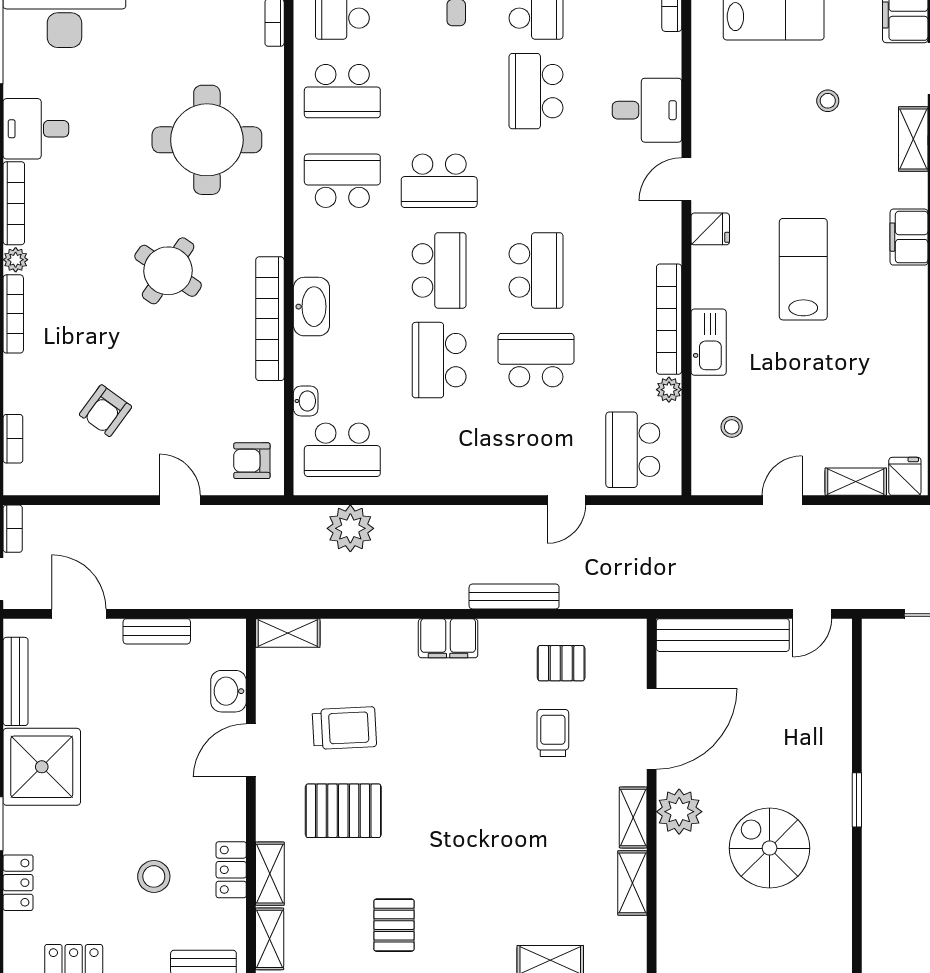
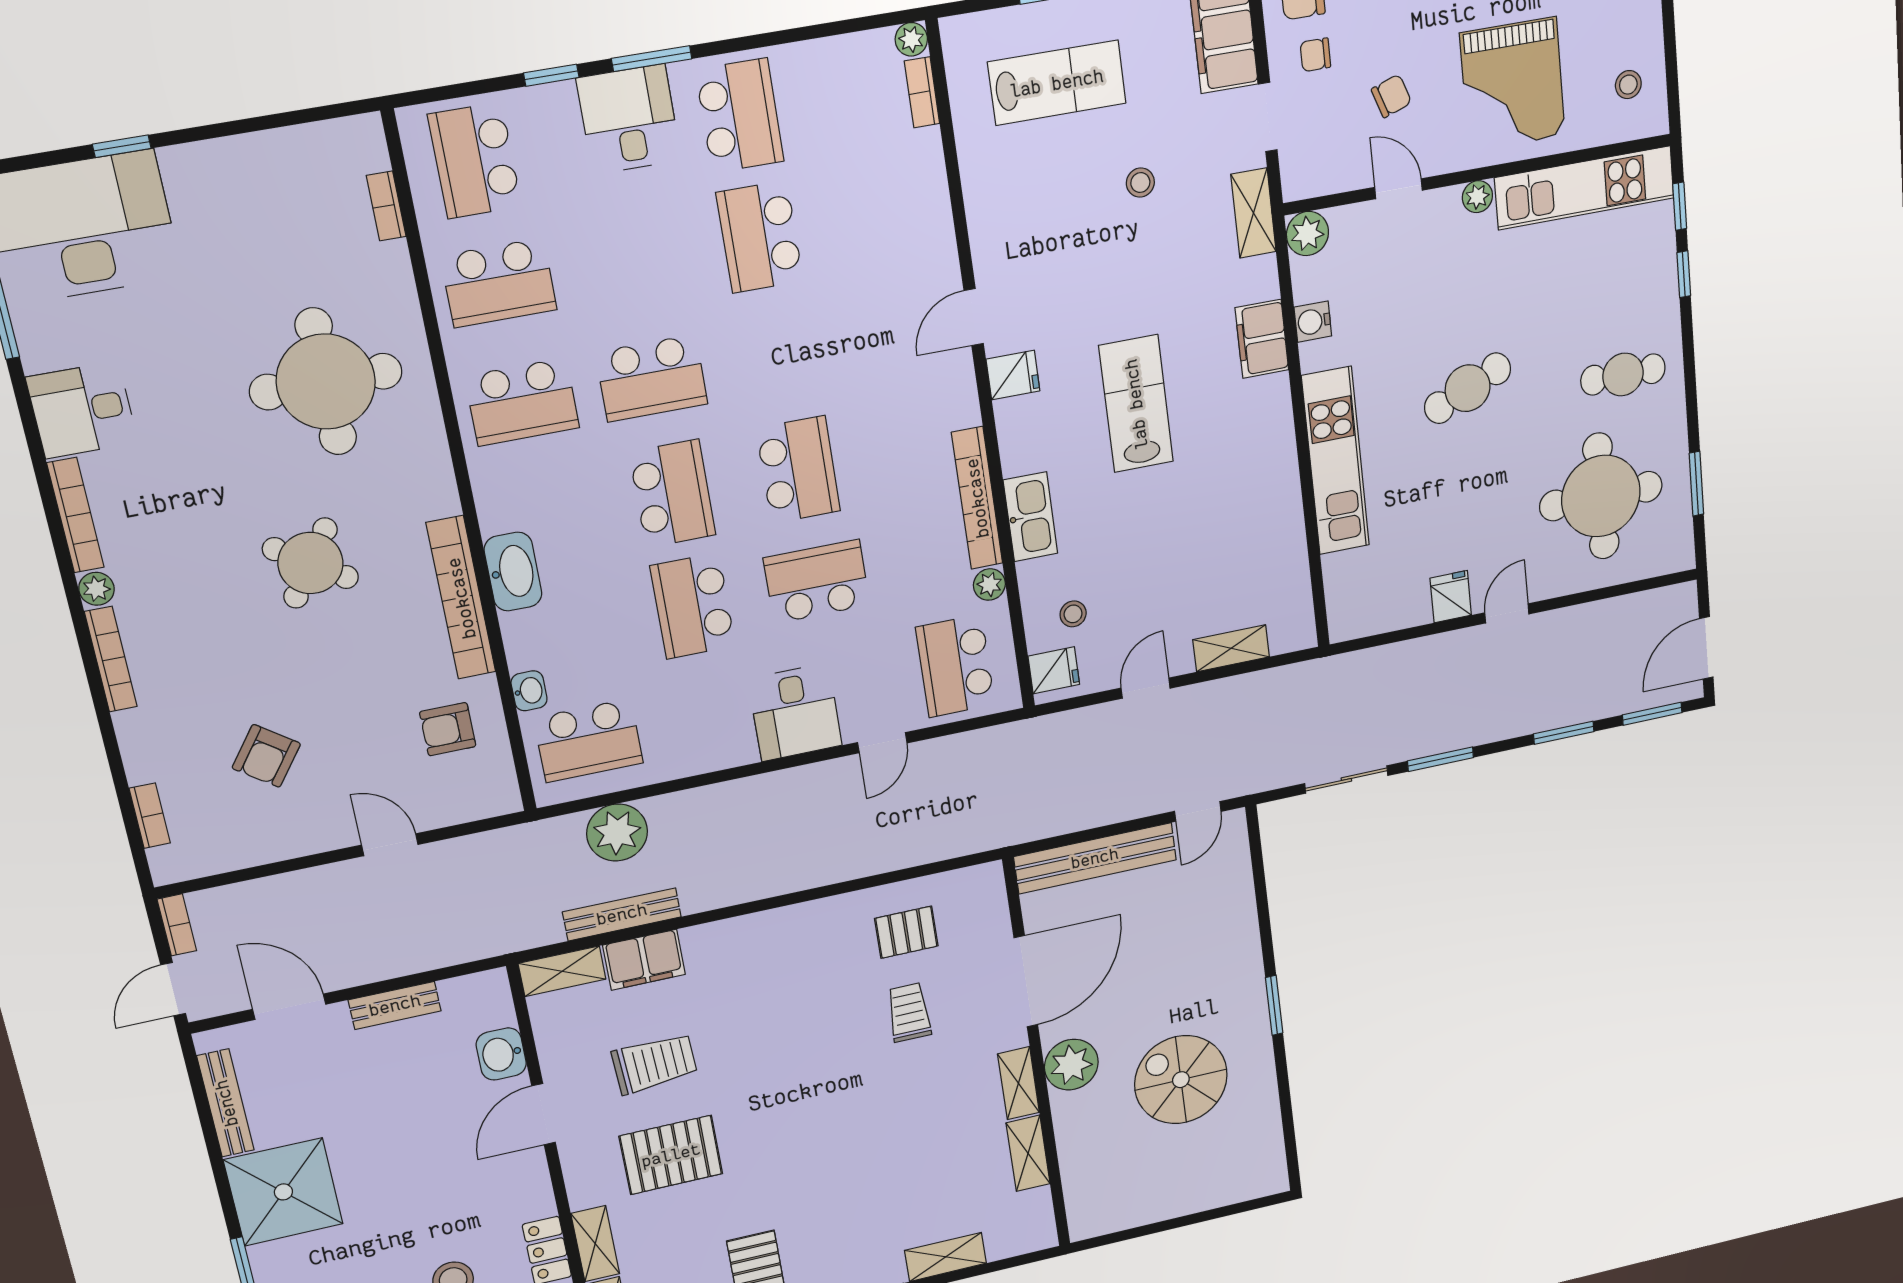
desk: (647, 110) -> (795, 712), moved, turned 90
school desk: (342, 181) -> (522, 402), turned 180
armchair: (252, 461) -> (448, 729), moved
fridge: (905, 476) -> (1054, 670), moved, turned 90
bench: (514, 596) -> (622, 914), moved
filing cabinet: (448, 638) -> (644, 960), moved

